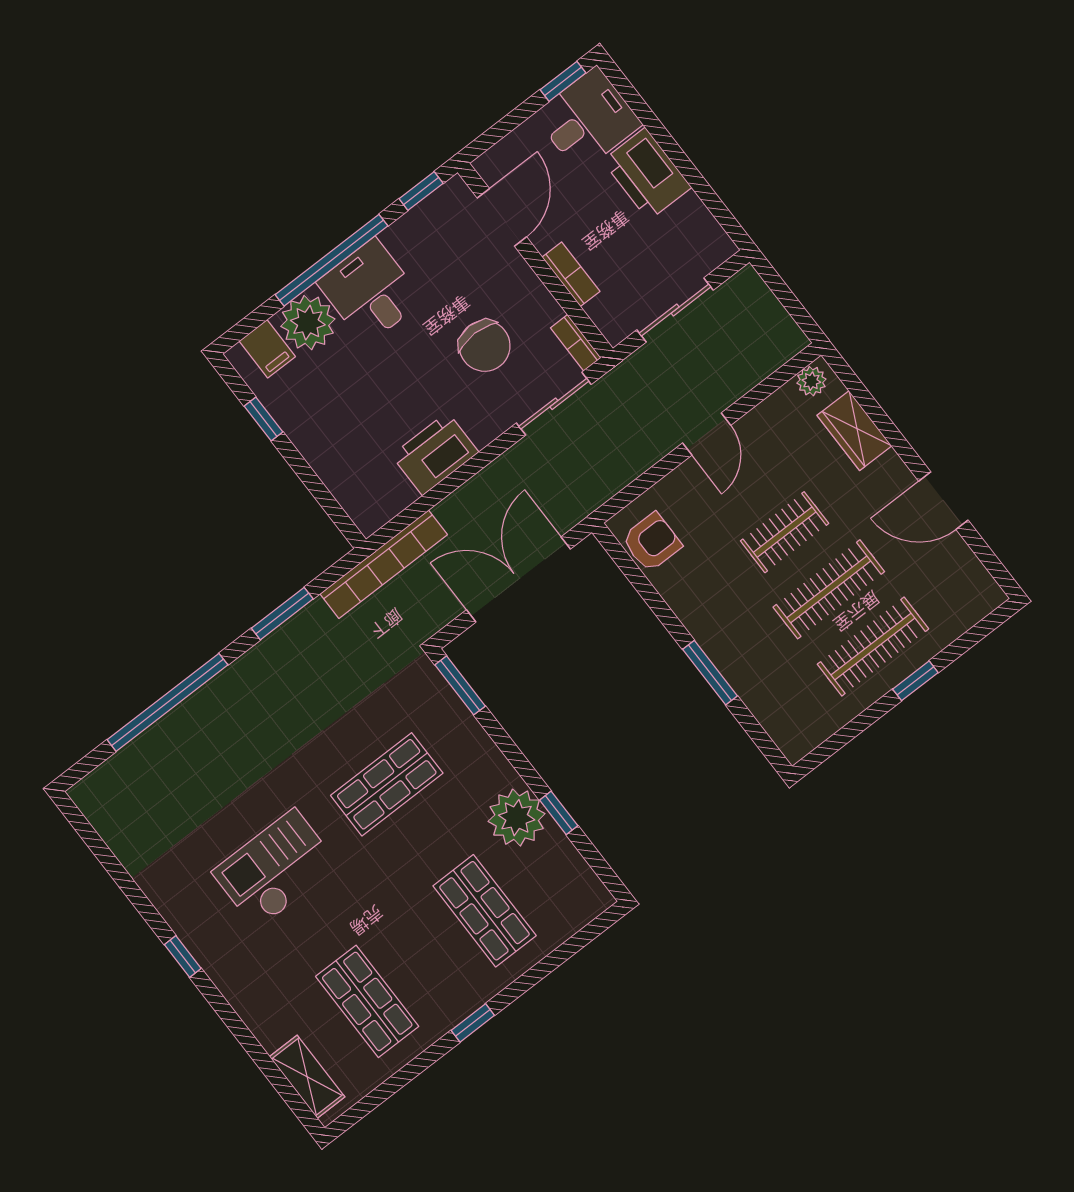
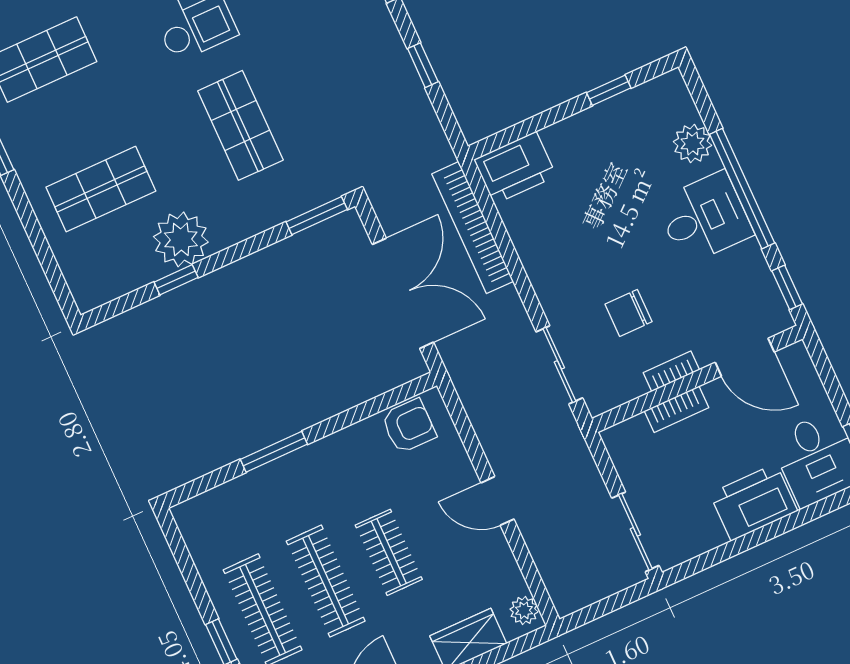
sliding door: (675, 310) -> (635, 532), moved
plant: (308, 323) -> (693, 144), width x0.73, depth x0.73
bookcase: (576, 343) -> (671, 371), moved
chair: (485, 346) -> (629, 313), width x0.73, depth x0.73
filing cabinet: (267, 349) -> (673, 109), removed
printer: (435, 454) -> (515, 168), moved, turned 90
armchair: (652, 542) -> (409, 426), turned -90
bookcase: (384, 564) -> (473, 228), moved
window: (282, 614) -> (423, 65), width x0.67

